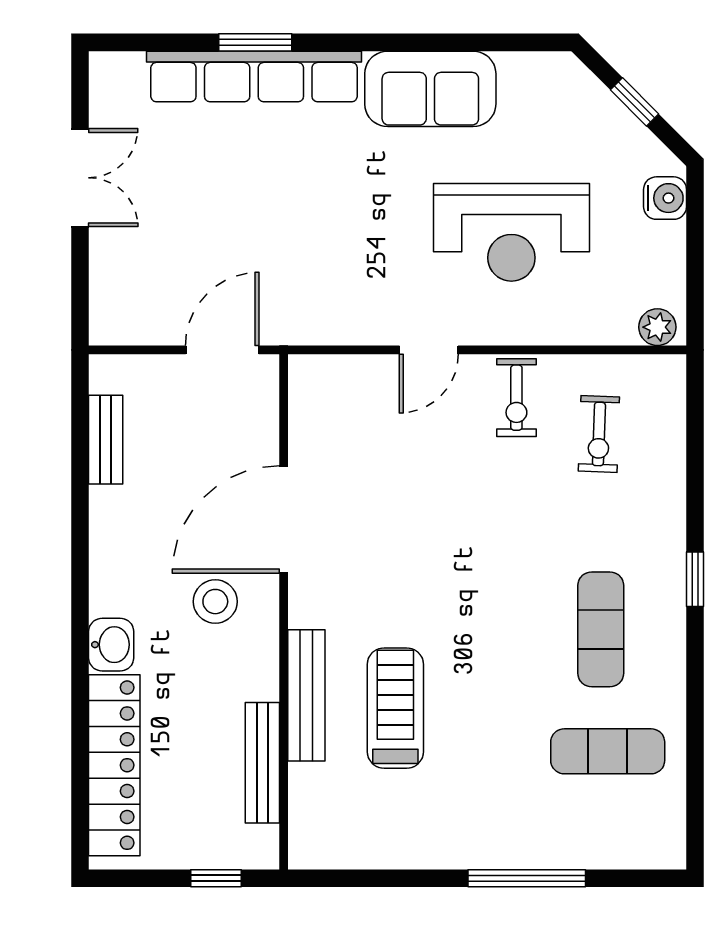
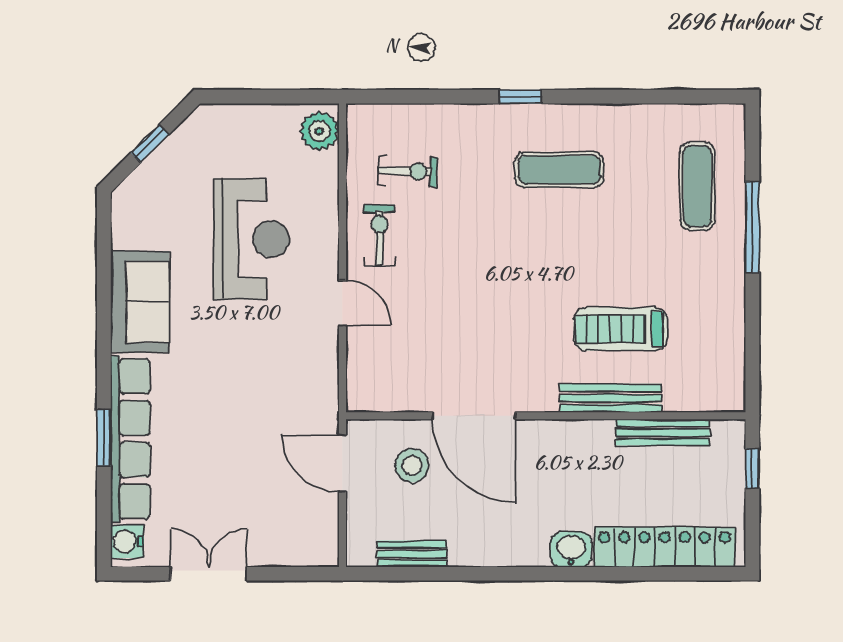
water cooler: (665, 198) -> (127, 541), moved, turned -90
plant: (657, 327) -> (319, 131), width x1.38, depth x1.38
exercise bike: (516, 398) -> (379, 235), turned -90
stool: (215, 602) -> (412, 465), moved
exercise mat: (608, 751) -> (697, 186), moved

